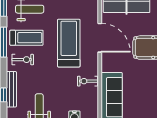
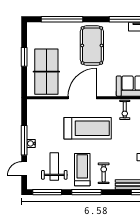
treadmill: (69, 43) -> (88, 128), turned 180

